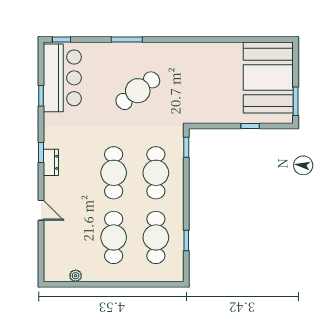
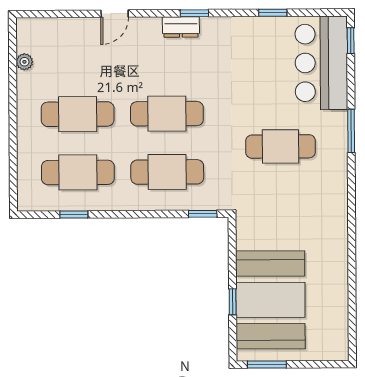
booth: (268, 77) -> (270, 300), moved, turned 90
bar counter: (62, 78) -> (321, 63), moved, turned 90
cafe table: (138, 91) -> (280, 146), turned -52

